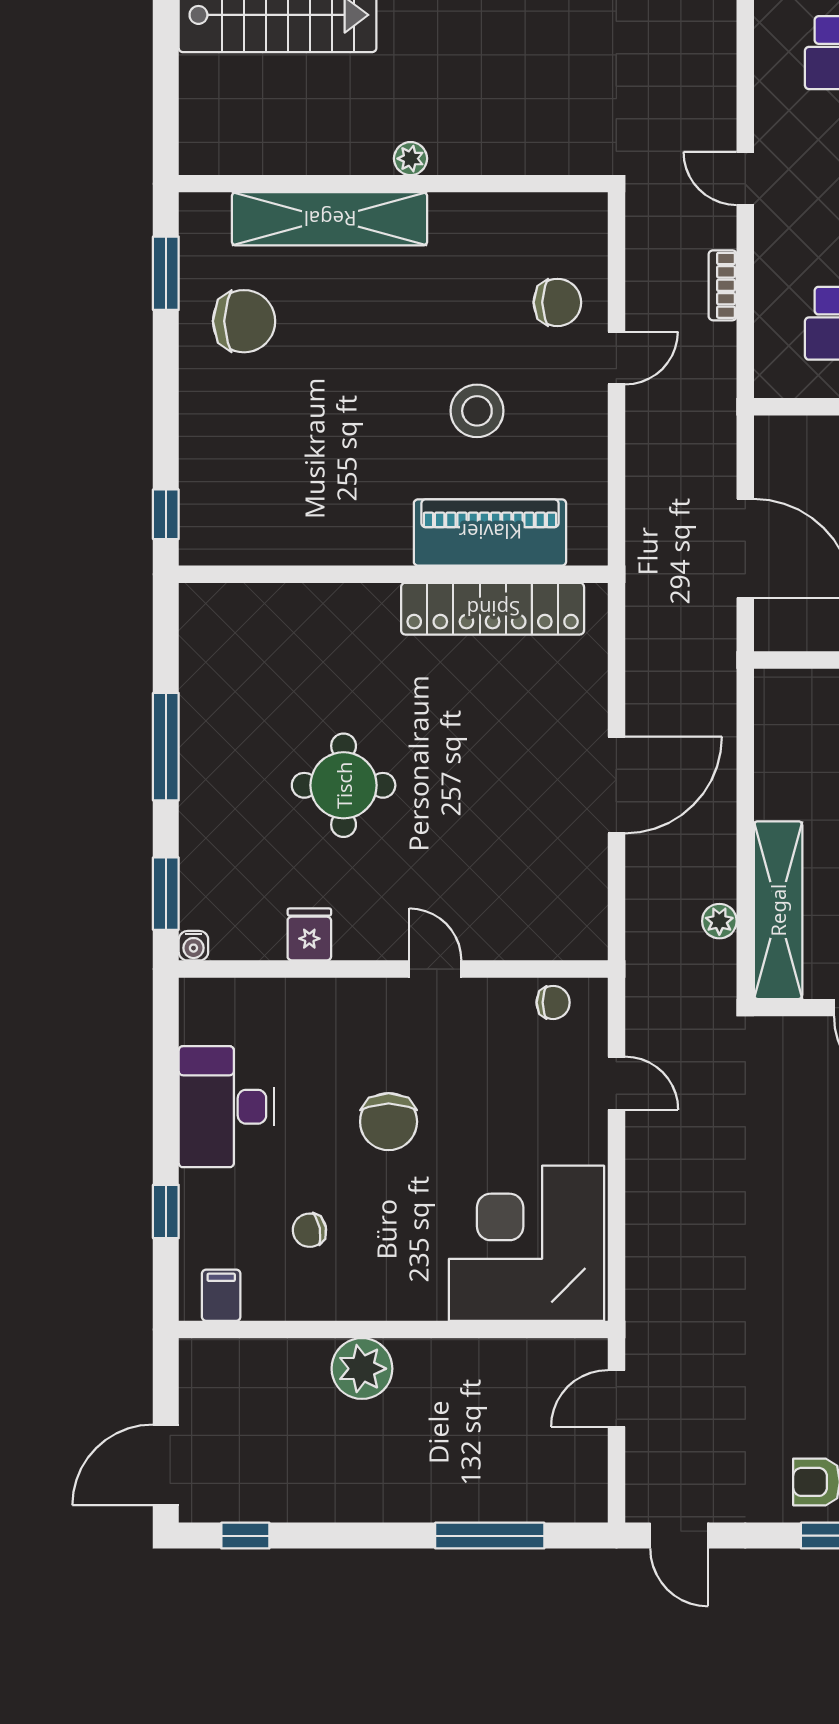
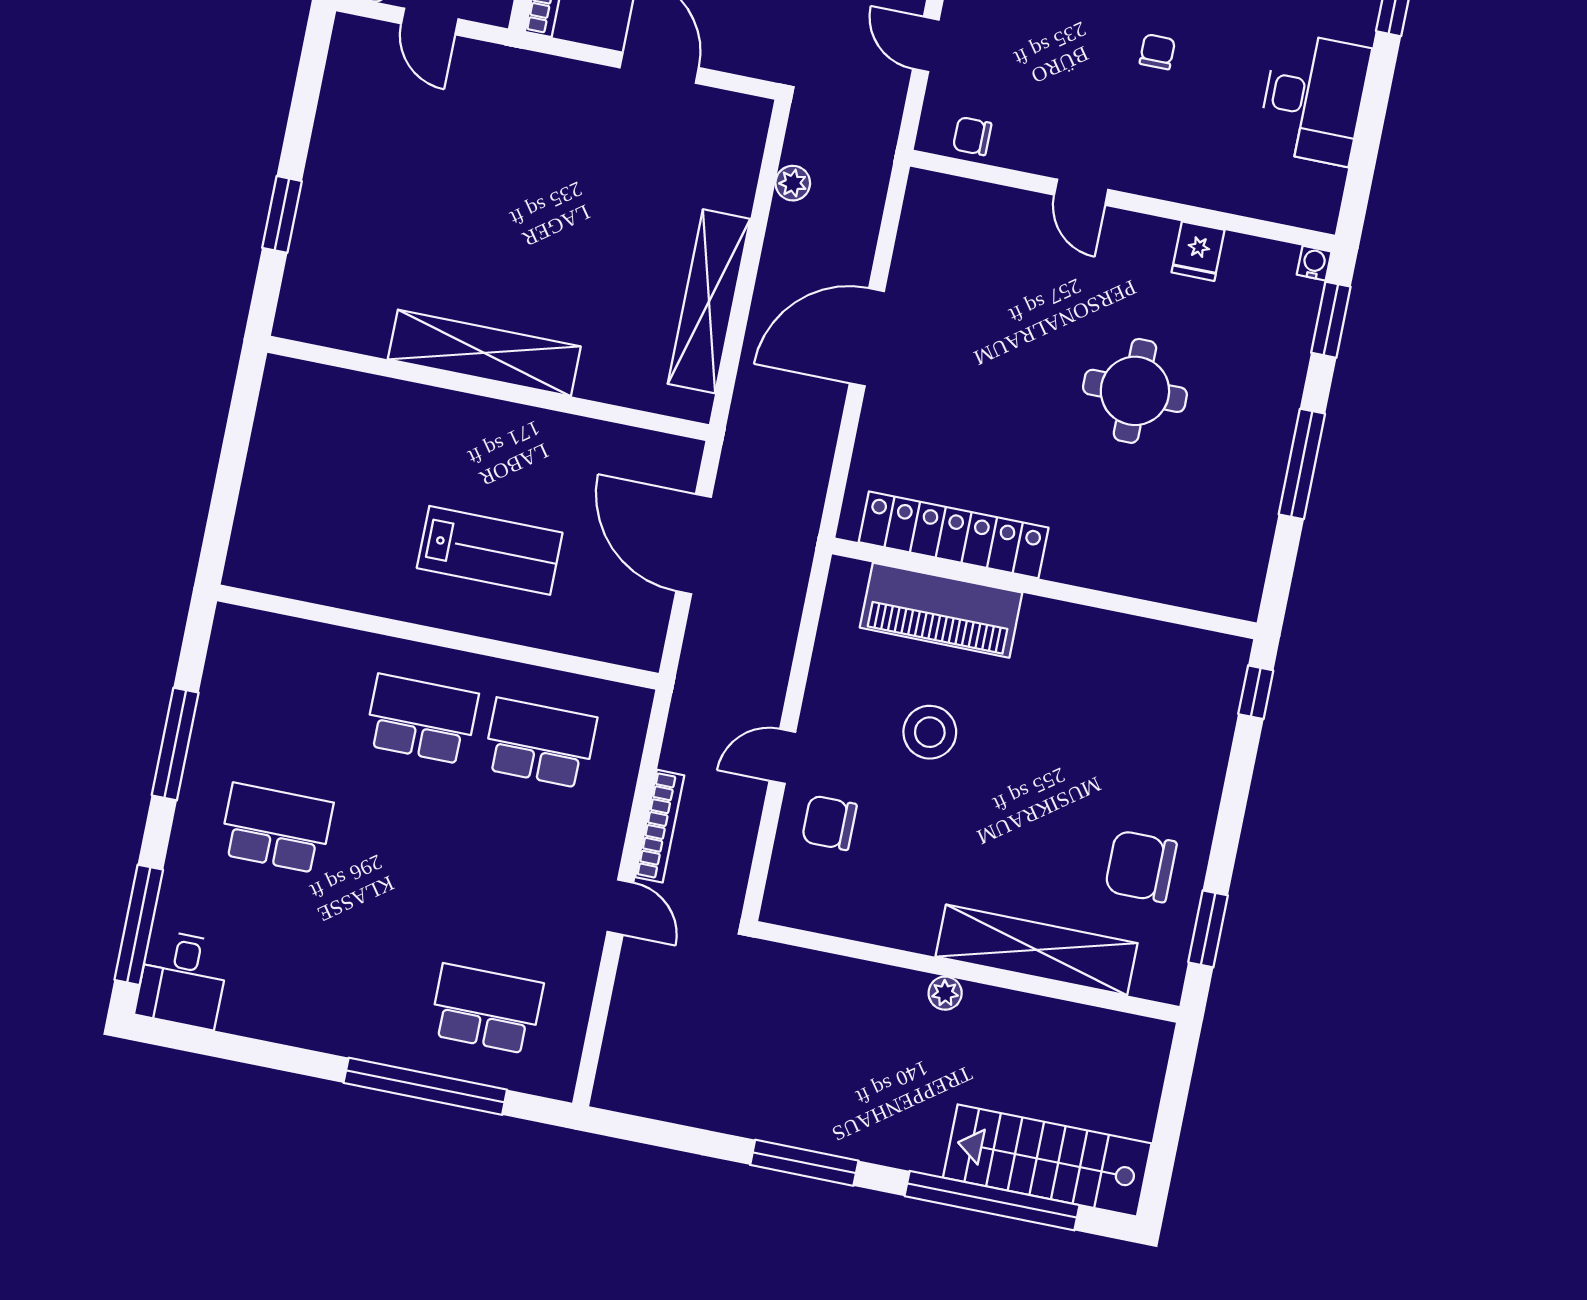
bookcase: (723, 285) -> (660, 826), width x1.56
shelving: (778, 910) -> (709, 301), moved
chair: (389, 1122) -> (1157, 52), width x0.54, depth x0.54

